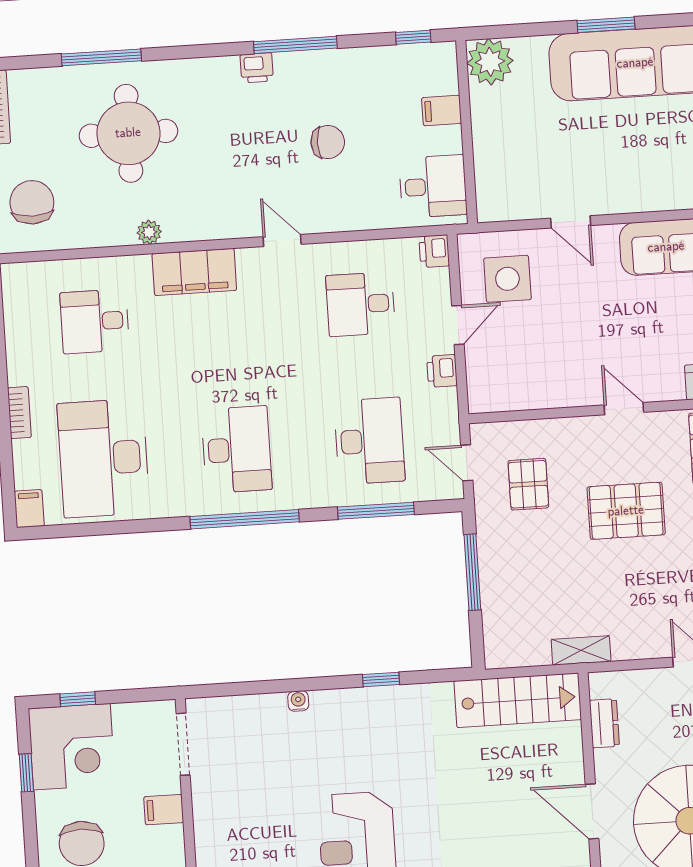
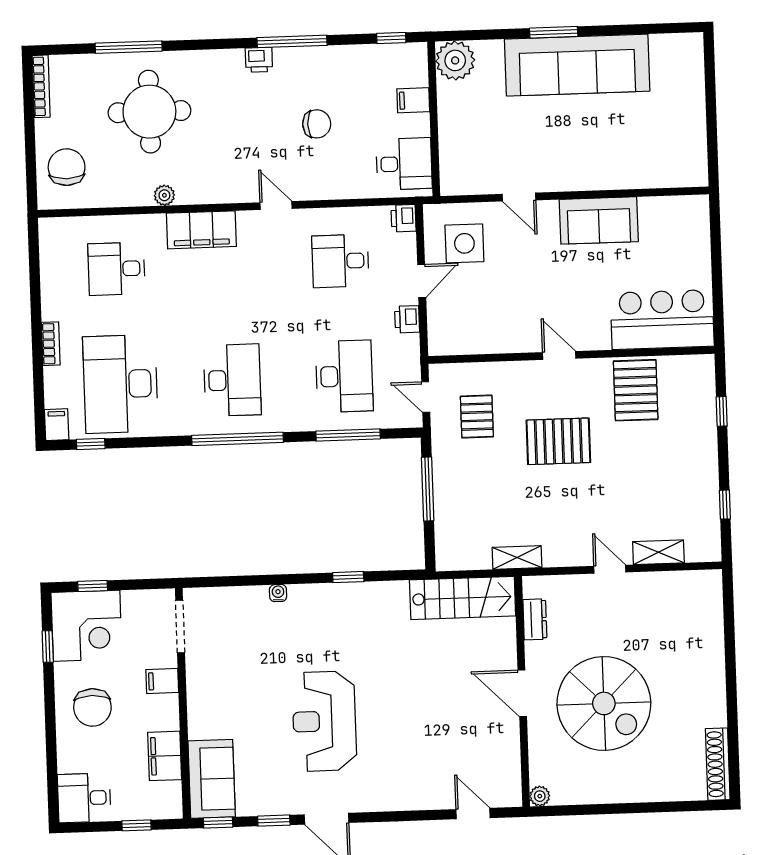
window: (70, 531) -> (91, 444), added

